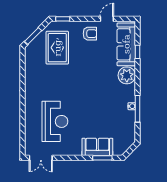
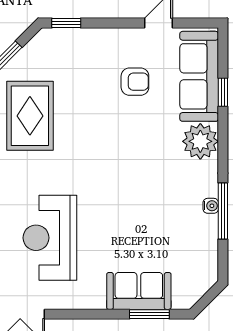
armchair: (90, 34) -> (135, 82), moved
rug: (57, 48) -> (30, 116), moved
reception desk: (55, 121) -> (50, 238), turned 180

